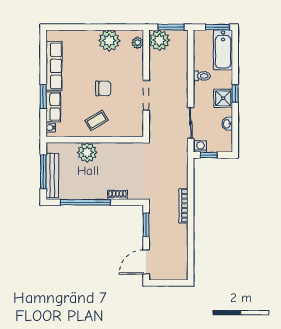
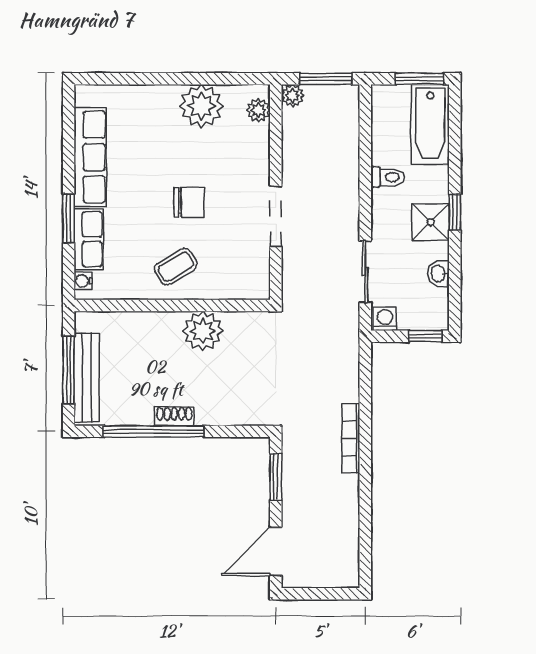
plant: (159, 40) -> (292, 96), width x0.53, depth x0.53
plant: (87, 152) -> (203, 331), moved
window: (209, 155) -> (425, 336), moved
shoe rack: (118, 195) -> (174, 416), moved

